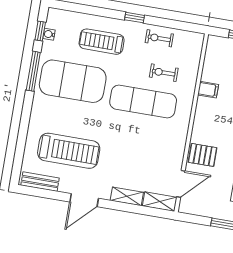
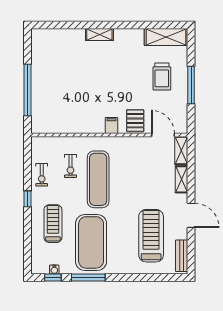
treadmill: (102, 42) -> (53, 224), turned 180
filing cabinet: (208, 90) -> (111, 125), moved

